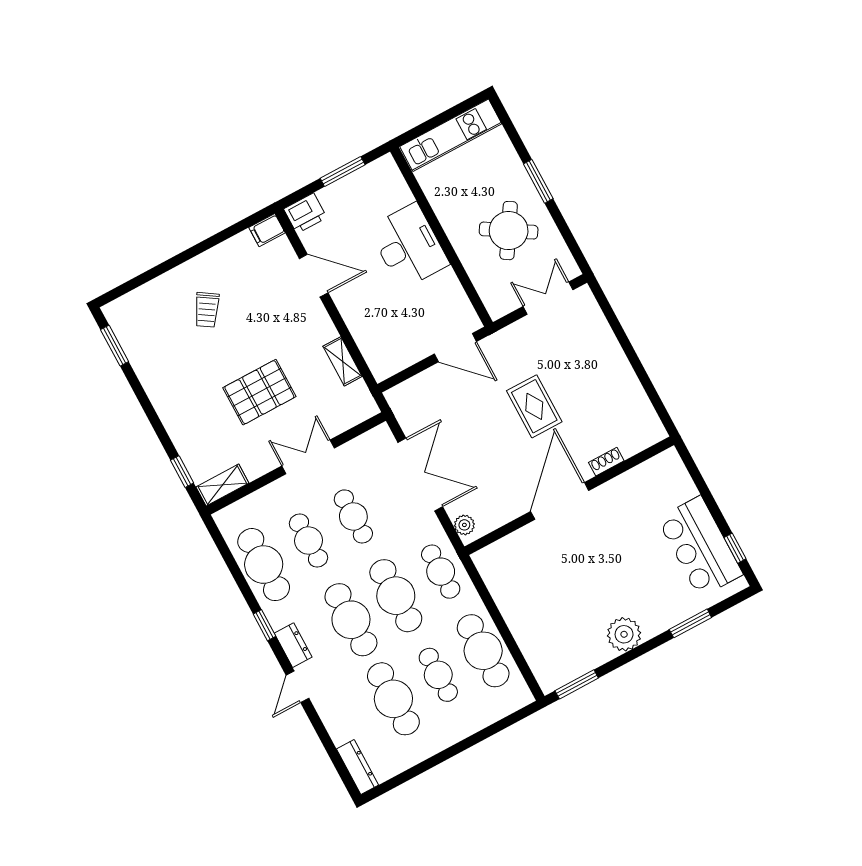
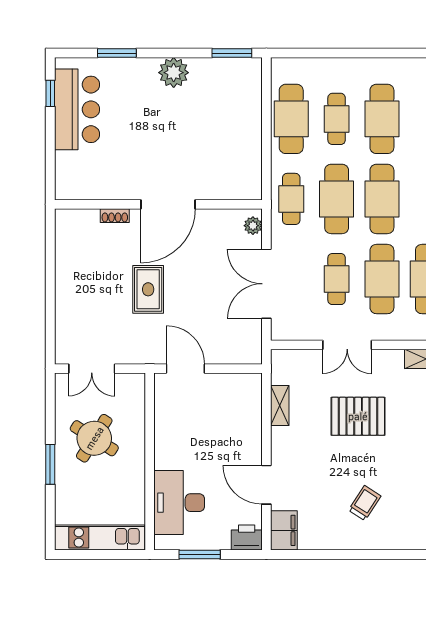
filing cabinet: (267, 230) -> (284, 530), width x2.00
desk: (409, 246) -> (179, 503), moved
cafe table: (308, 541) -> (382, 279), width x1.37, depth x1.35

